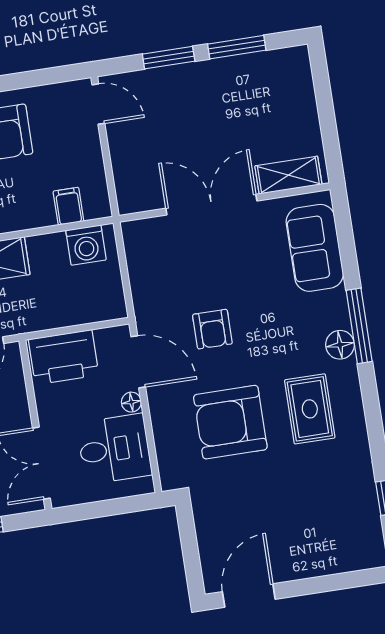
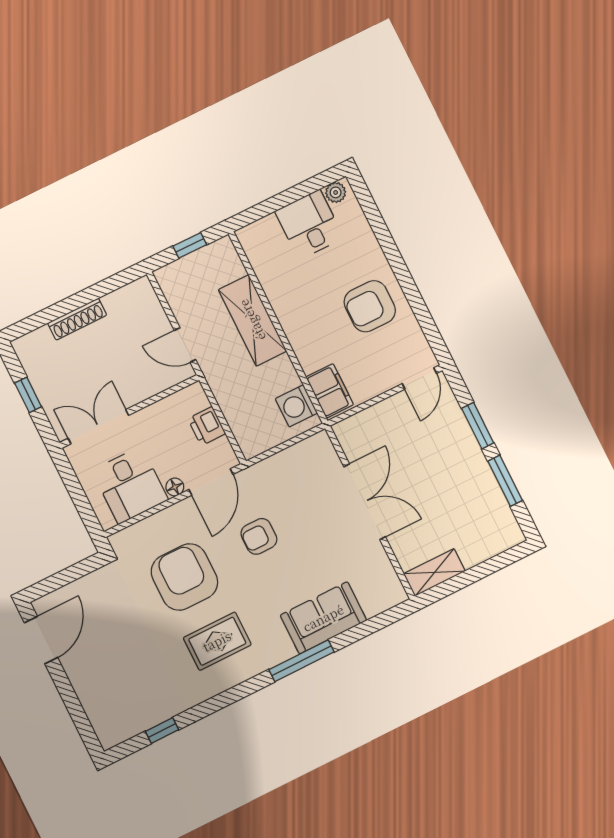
shelving: (288, 175) -> (434, 572), moved, turned 90
filing cabinet: (68, 206) -> (330, 391), width x2.00
sofa: (315, 248) -> (323, 618), moved
floor lamp: (340, 345) -> (280, 649), removed
printer: (64, 357) -> (207, 426), width x0.53, depth x0.68
door: (249, 595) -> (41, 640), hinge flipped

